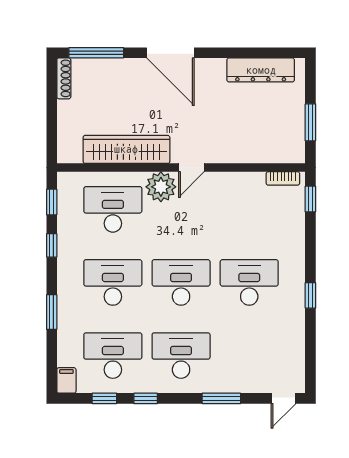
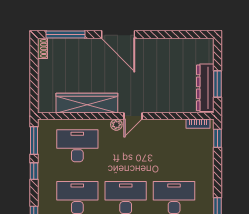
dresser: (261, 70) -> (205, 88), moved, turned 90
shoe rack: (64, 78) -> (43, 48), width x0.70
plant: (161, 187) -> (116, 125), width x0.53, depth x0.53
window: (52, 202) -> (34, 140), width x1.50

